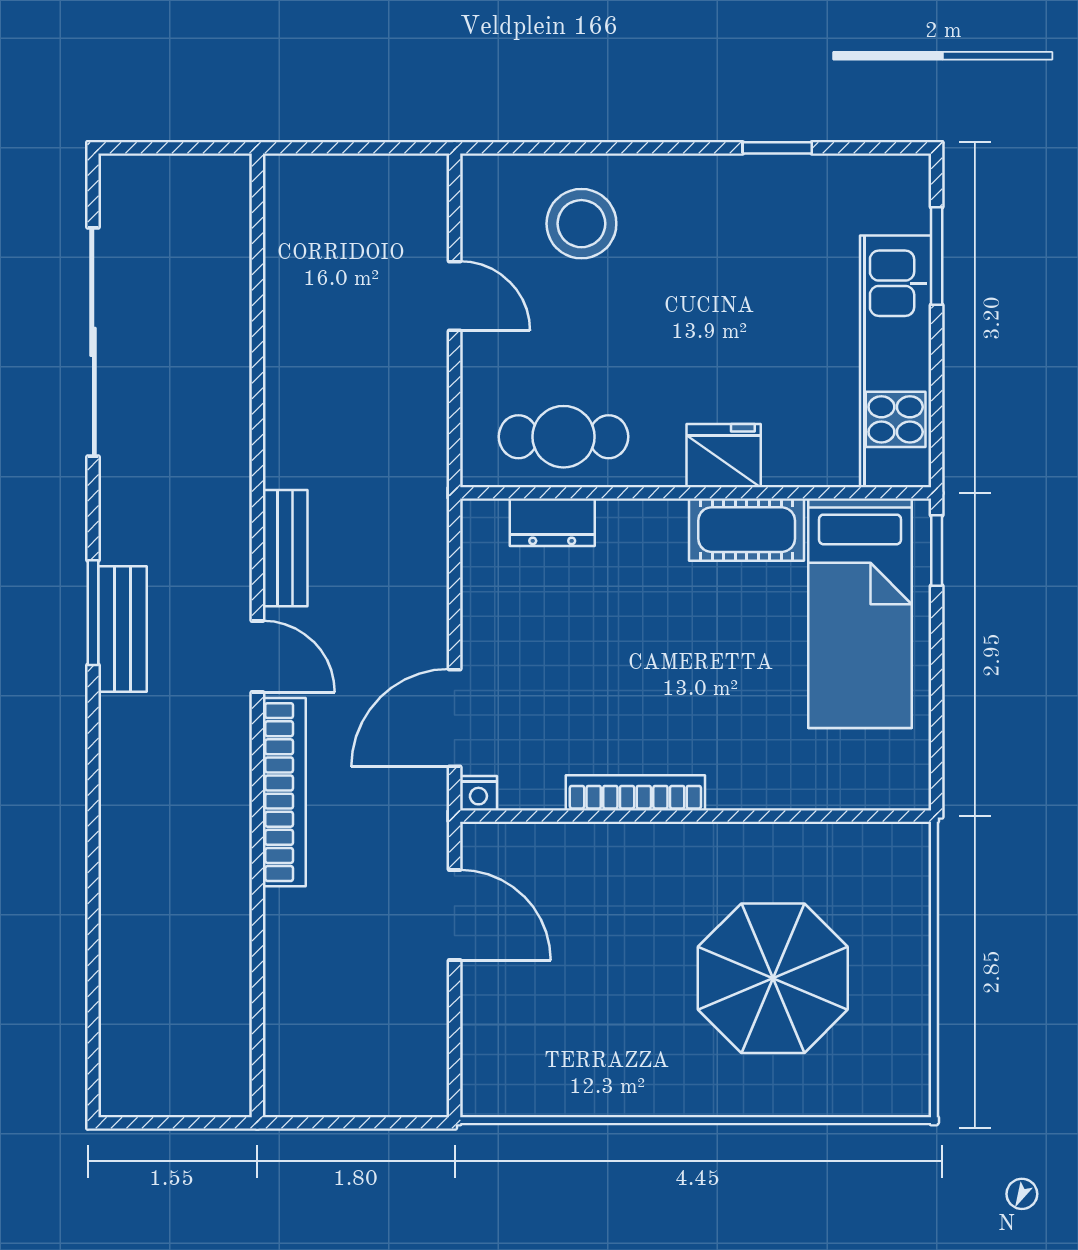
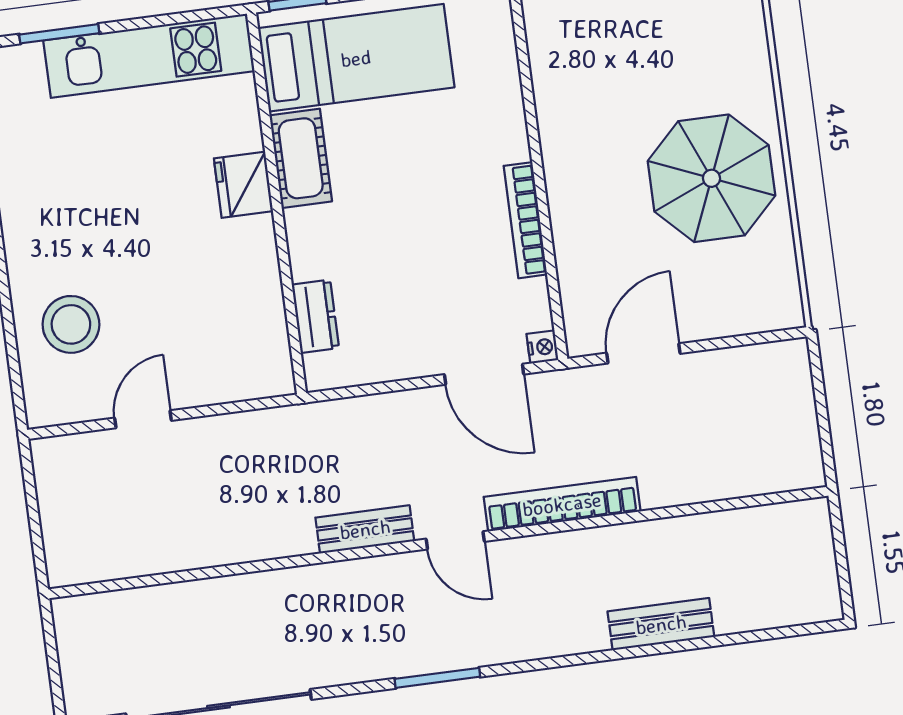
cafe table: (563, 437) -> (245, 316), removed
bench: (123, 629) -> (661, 624), moved
door: (257, 656) -> (455, 540), swing flipped
parasol: (773, 978) -> (712, 178), moved

